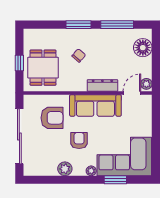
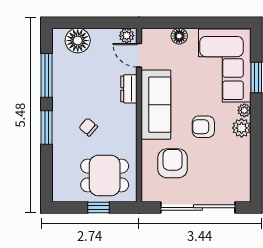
dresser: (102, 85) -> (129, 89), width x0.70
floor lamp: (146, 123) -> (179, 36), added
plant: (65, 169) -> (242, 128), moved

